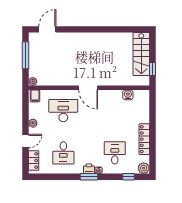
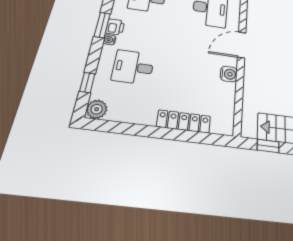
water cooler: (128, 95) -> (229, 74), moved
locker: (144, 139) -> (184, 121), moved
desk: (115, 153) -> (133, 67), turned 180

